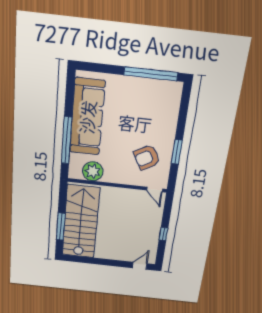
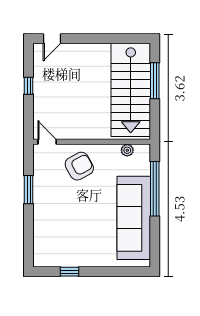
window: (151, 74) -> (69, 272), width x0.32
armchair: (147, 157) -> (79, 166), moved
plant: (93, 171) -> (127, 150), width x0.53, depth x0.53

